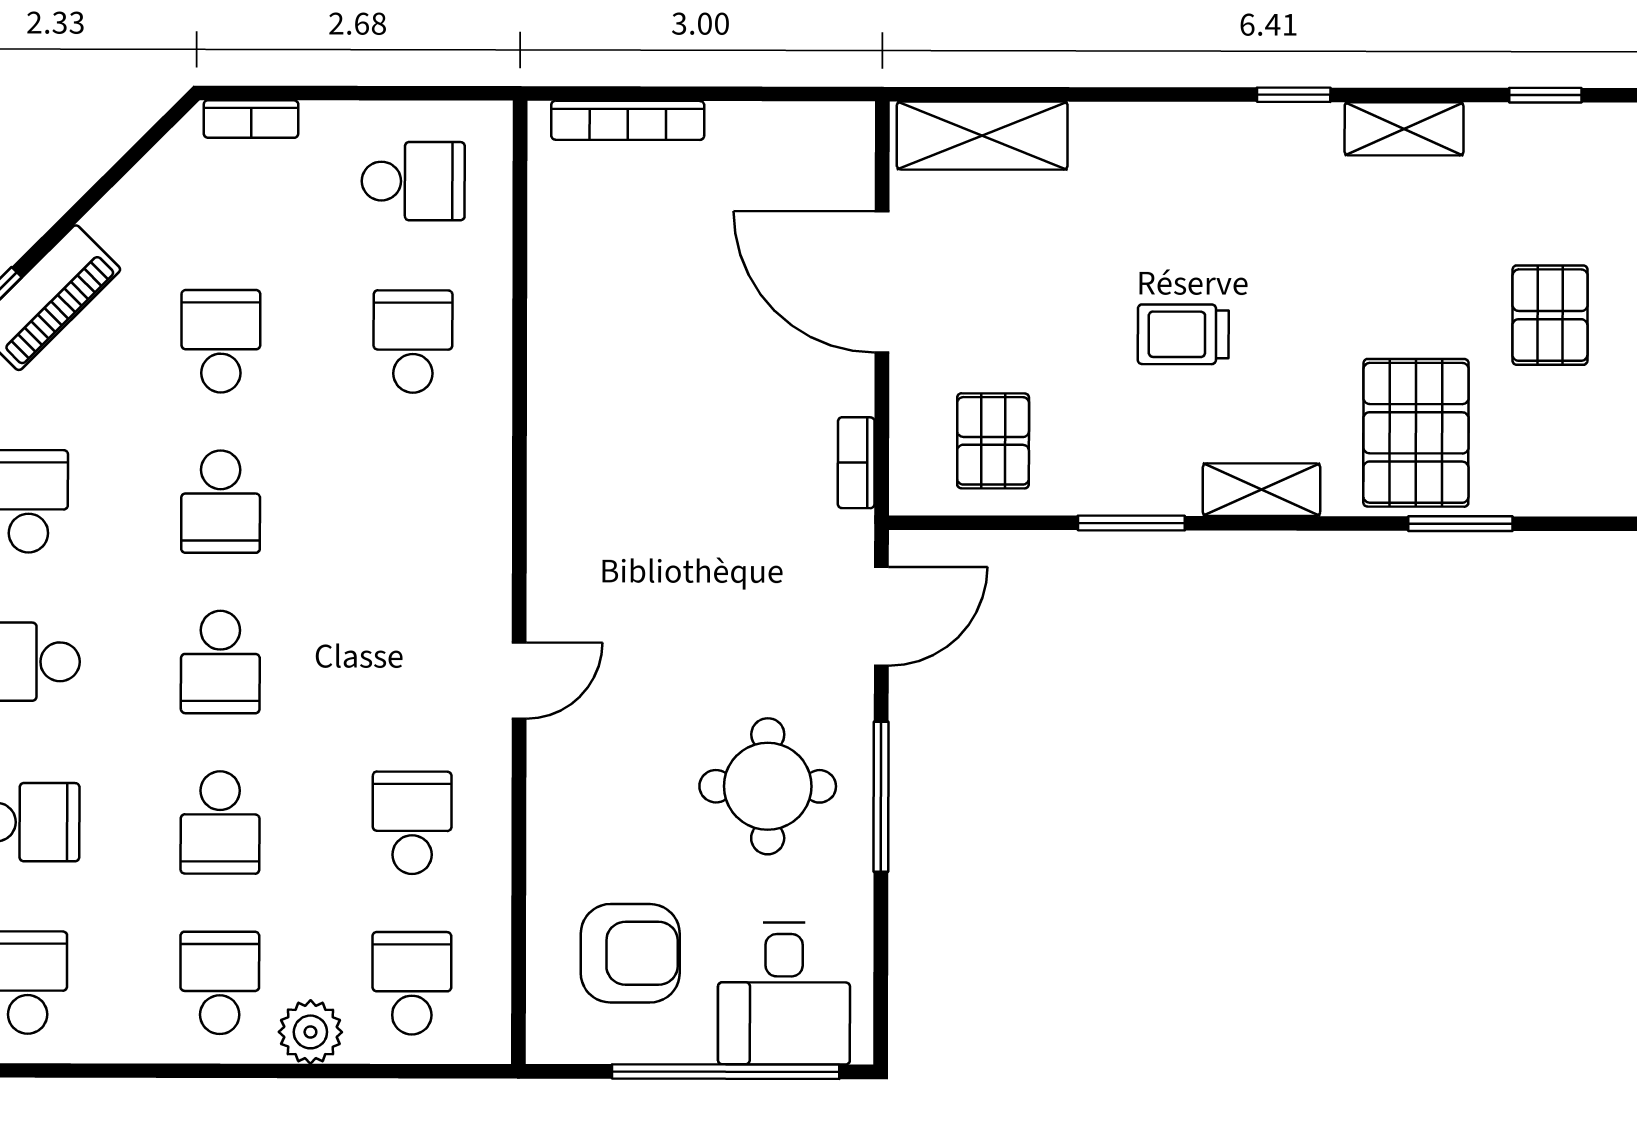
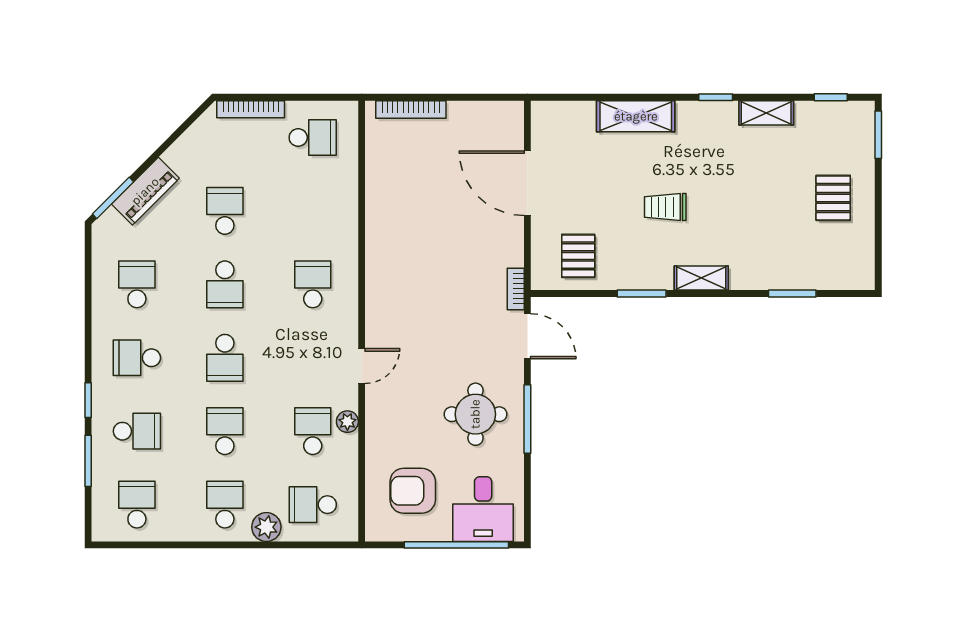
bookcase: (251, 119) -> (251, 109), width x1.56
shelving: (982, 136) -> (636, 116), moved
school desk: (413, 342) -> (313, 284), moved
pallet: (1416, 433) -> (772, 252), removed
bookcase: (856, 463) -> (516, 289), moved
door: (881, 616) -> (527, 336), hinge flipped
plant: (488, 802) -> (347, 422), added
school desk: (220, 822) -> (225, 431), turned 180
armchair: (630, 953) -> (413, 491), turned 180
school desk: (412, 983) -> (313, 505), turned -90

